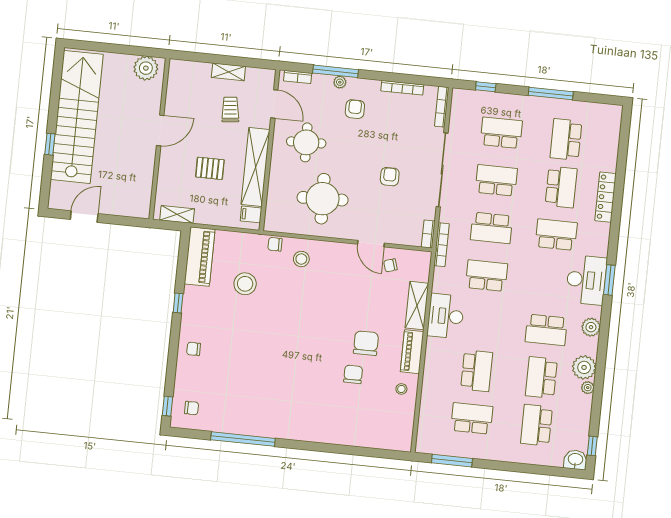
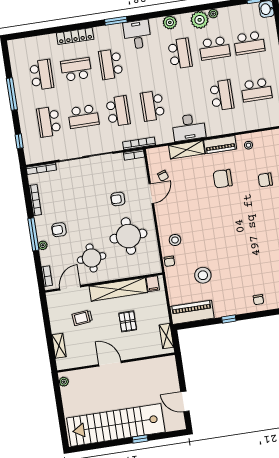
plant: (146, 68) -> (64, 382), width x0.53, depth x0.53
window: (336, 71) -> (33, 234), moved
shelving: (228, 72) -> (59, 346), moved
school desk: (566, 139) -> (42, 75), turned -90
armchair: (390, 177) -> (118, 199), moved
school desk: (496, 180) -> (83, 116), turned -90
desk: (586, 280) -> (137, 34), width x0.73
window: (609, 280) -> (116, 21), moved
school desk: (477, 371) -> (222, 95), turned 90
chair: (353, 374) -> (265, 180), moved
school desk: (472, 418) -> (256, 90), turned -90

